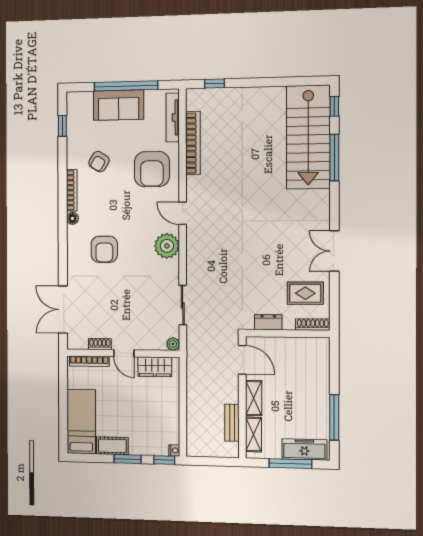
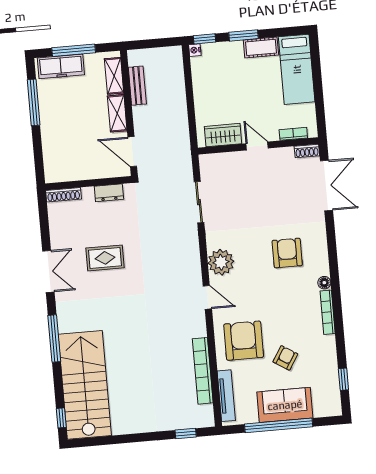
window: (334, 158) -> (54, 339), moved
armchair: (99, 162) -> (285, 358), moved
rug: (305, 293) -> (105, 258), moved
shoe rack: (100, 344) -> (307, 151), moved
plant: (173, 344) -> (206, 161), removed
bookcase: (89, 361) -> (293, 134), width x0.64

